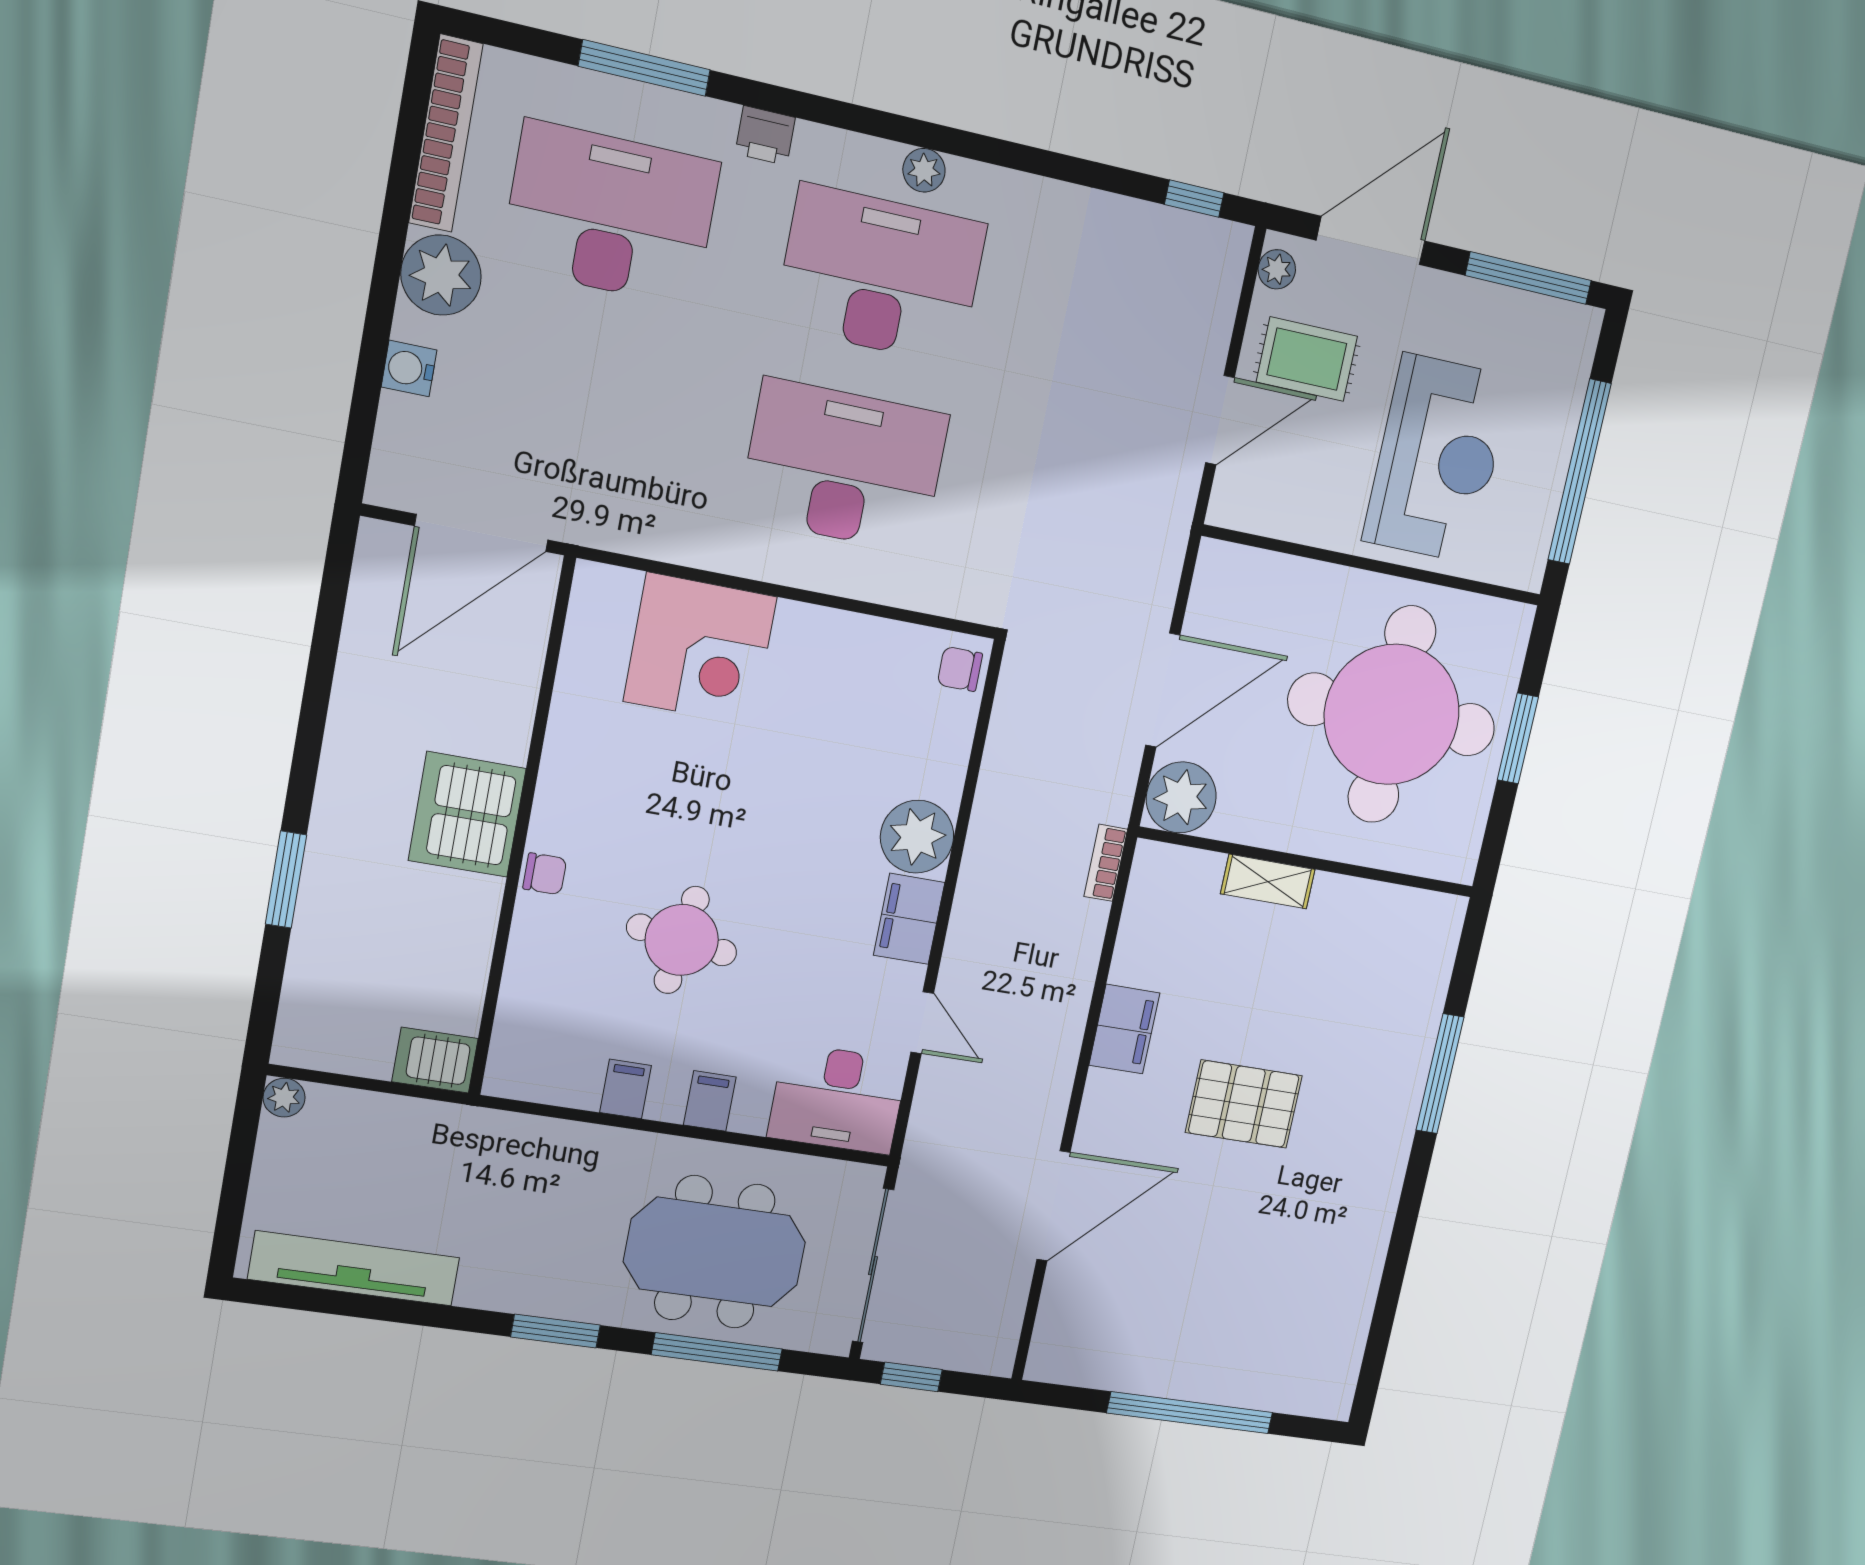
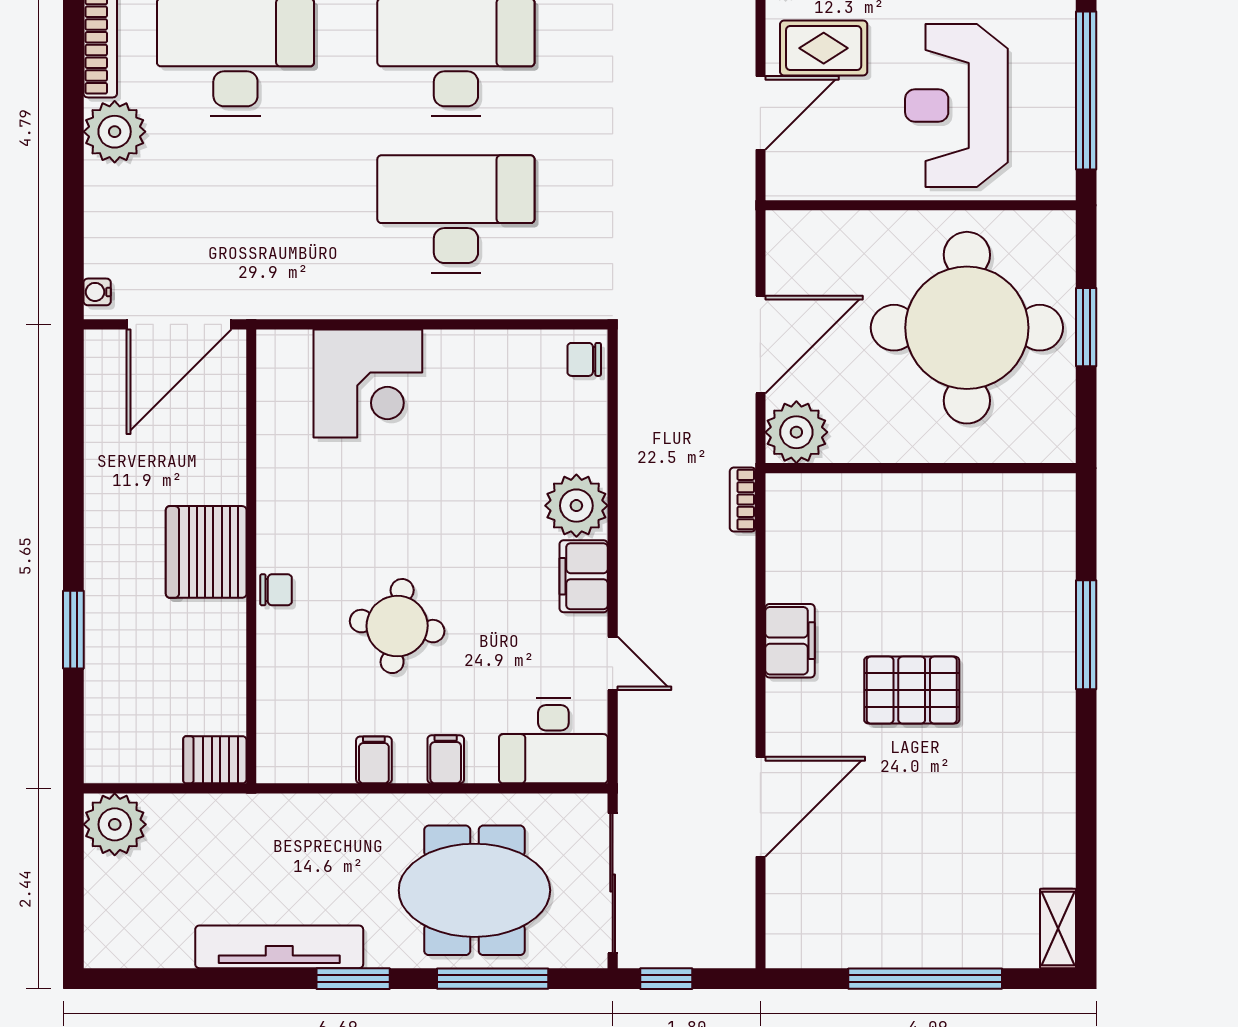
water cooler: (409, 368) -> (97, 292), moved, width x0.72, depth x0.72
reception desk: (1437, 459) -> (956, 106), turned 180
shelving: (1268, 882) -> (1058, 928), moved, turned 90
plant: (284, 1098) -> (115, 824), width x1.88, depth x1.88
tv unit: (354, 1268) -> (279, 947), moved

